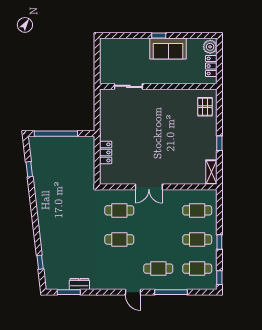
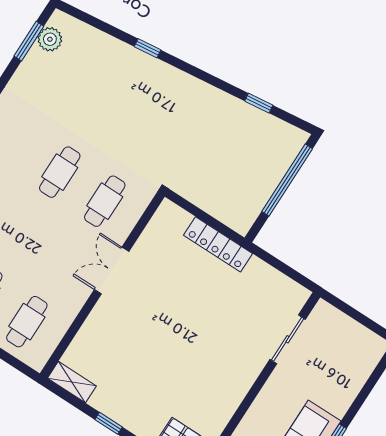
locker: (106, 152) -> (218, 244), width x1.53
window: (40, 262) -> (148, 48), moved
plant: (62, 283) -> (50, 39), added
dresser: (79, 284) -> (31, 66), removed

